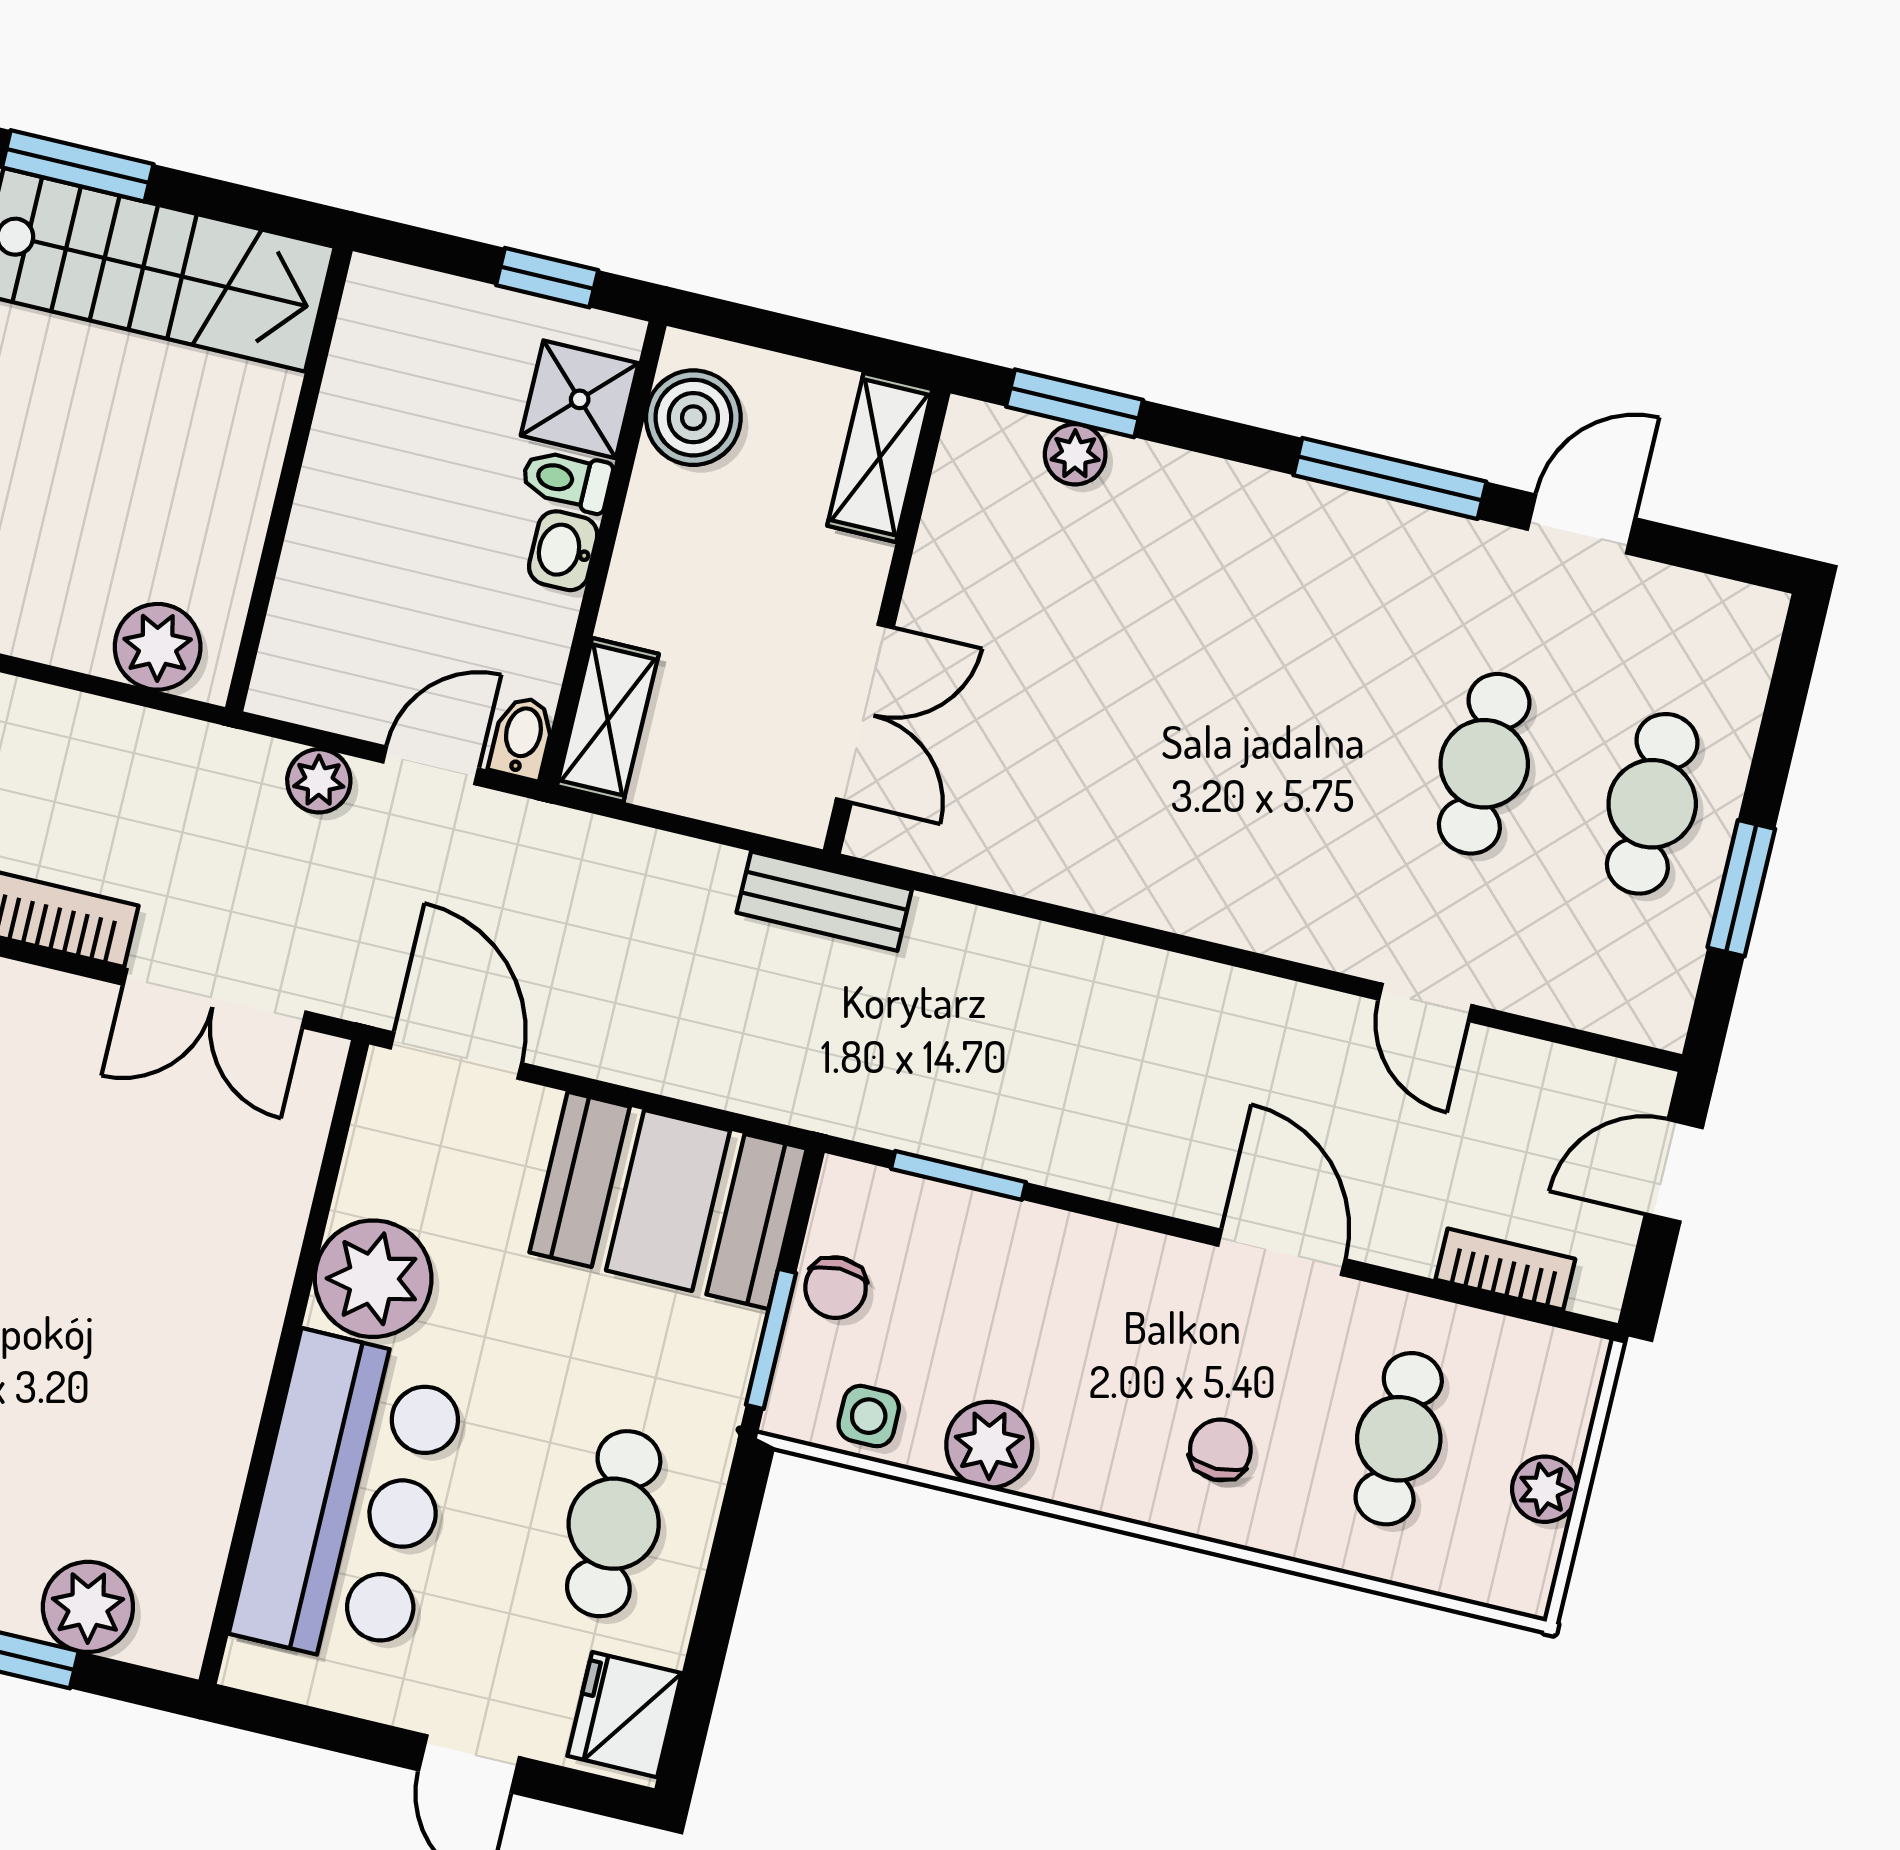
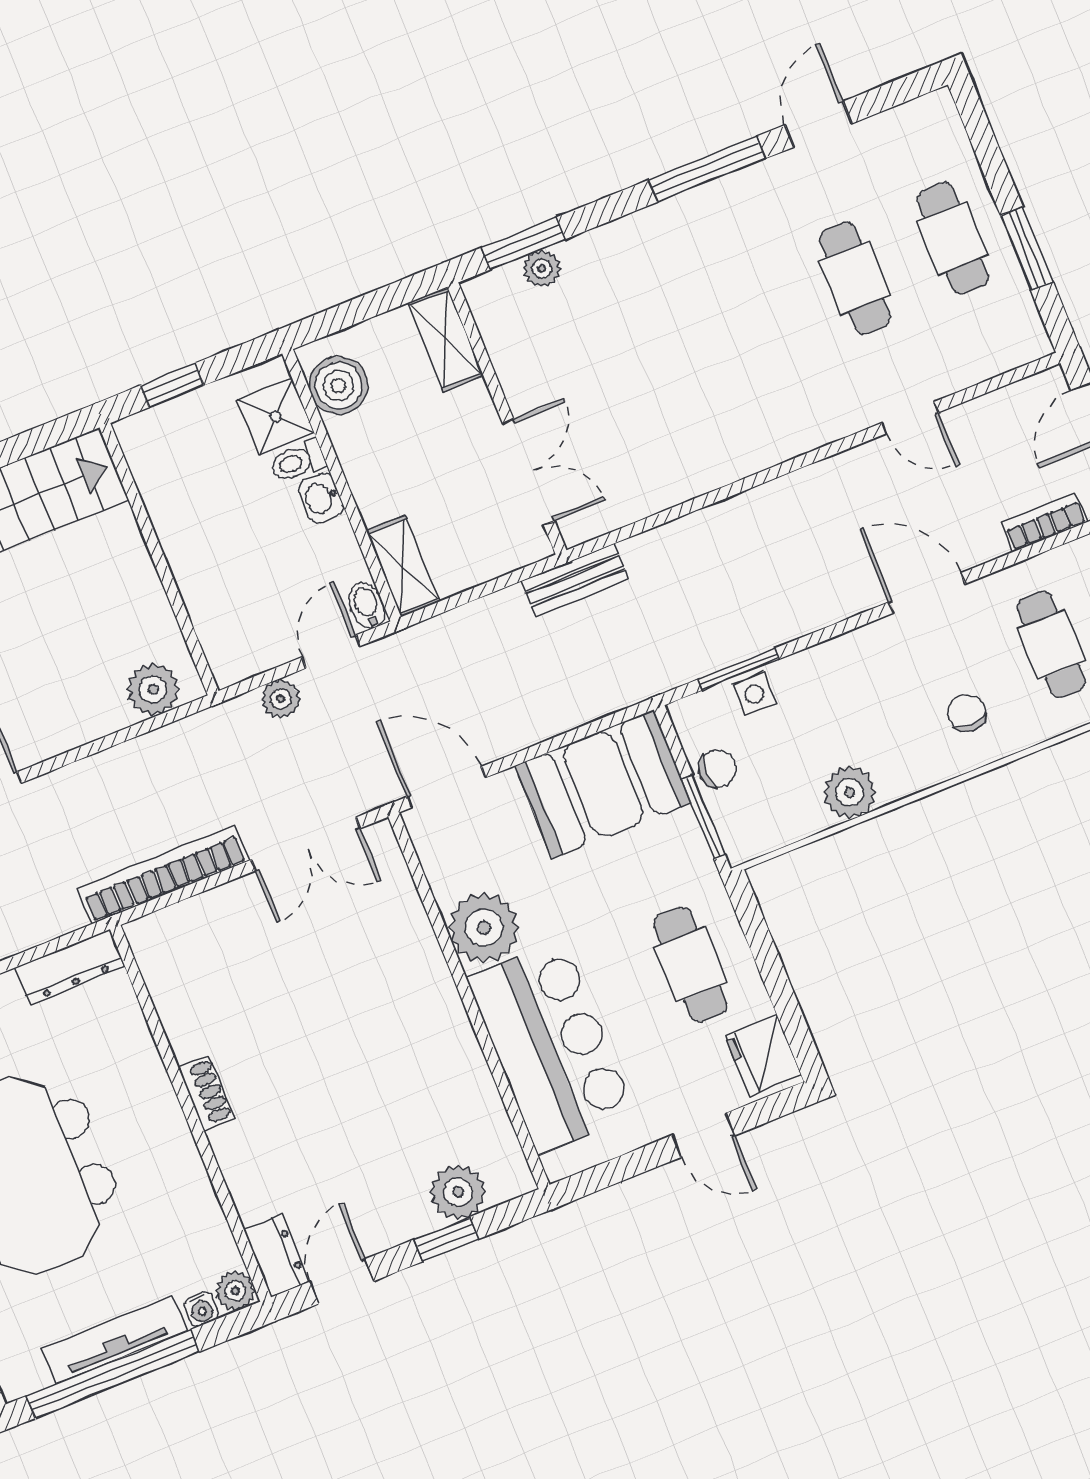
window: (547, 278) -> (172, 385), moved
chair: (836, 1288) -> (717, 768), turned -90
side table: (869, 1416) -> (754, 694), moved

